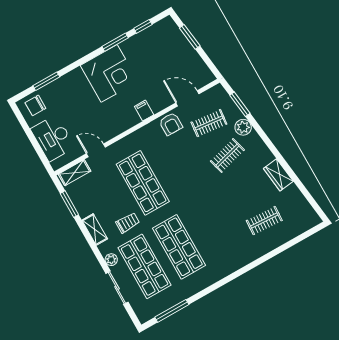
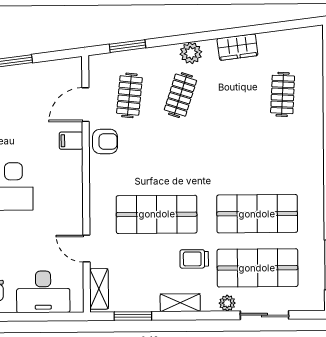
filing cabinet: (144, 111) -> (71, 141), moved
plant: (243, 127) -> (191, 53), moved
door: (96, 150) -> (86, 249), hinge flipped
clothes rail: (227, 156) -> (180, 95), turned 33
trolley: (128, 223) -> (194, 259), turned -90

